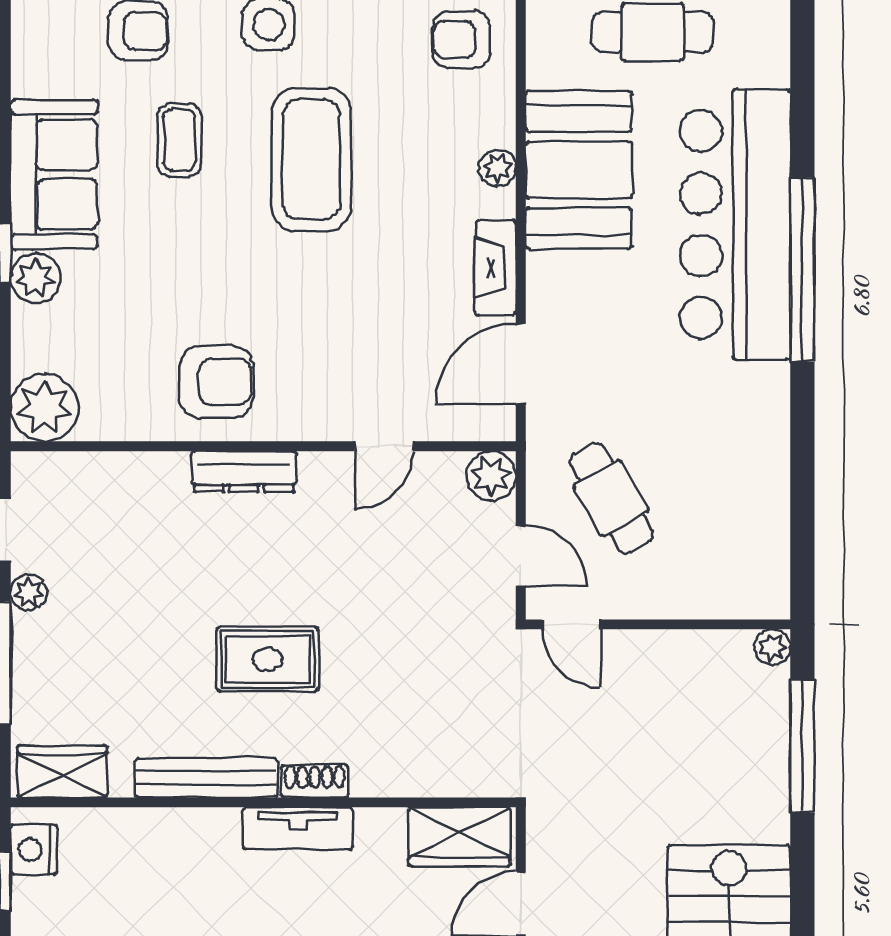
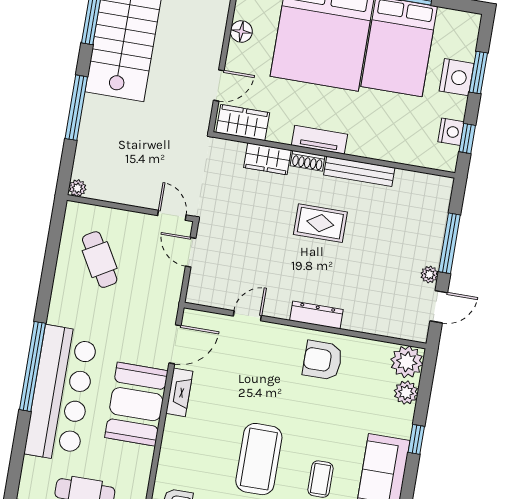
plant: (498, 168) -> (170, 440), removed
booth: (579, 170) -> (136, 404), moved
plant: (36, 278) -> (406, 393), moved
plant: (491, 476) -> (198, 293), removed
cafe table: (611, 498) -> (100, 260), moved
window: (802, 746) -> (76, 108), moved
wardrobe: (62, 772) -> (267, 159), moved
nightstand: (34, 850) -> (451, 132), moved

